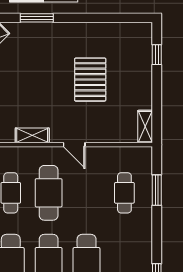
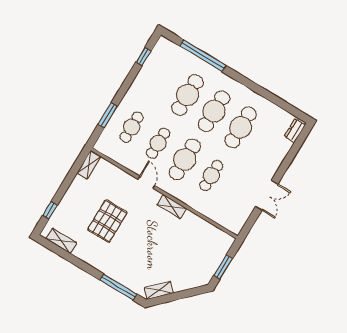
window: (37, 18) -> (118, 287), width x1.44
shelving: (126, 30) -> (61, 241), added
cafe table: (87, 193) -> (158, 143), added

